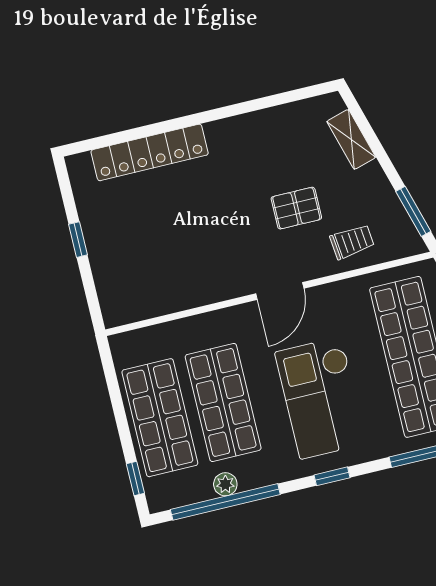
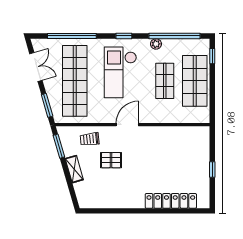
shelving: (351, 139) -> (74, 169), moved
checkout: (321, 398) -> (120, 72), turned 180
shop shelf: (223, 402) -> (165, 81), width x0.70, depth x0.74
plant: (225, 484) -> (156, 44), moved

